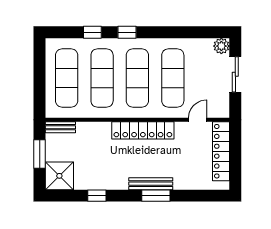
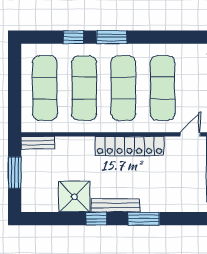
window: (127, 32) -> (112, 37), width x1.50
shower: (59, 176) -> (74, 197), moved
bench: (151, 184) -> (115, 205), moved
window: (97, 196) -> (96, 219), moved

